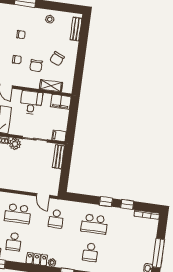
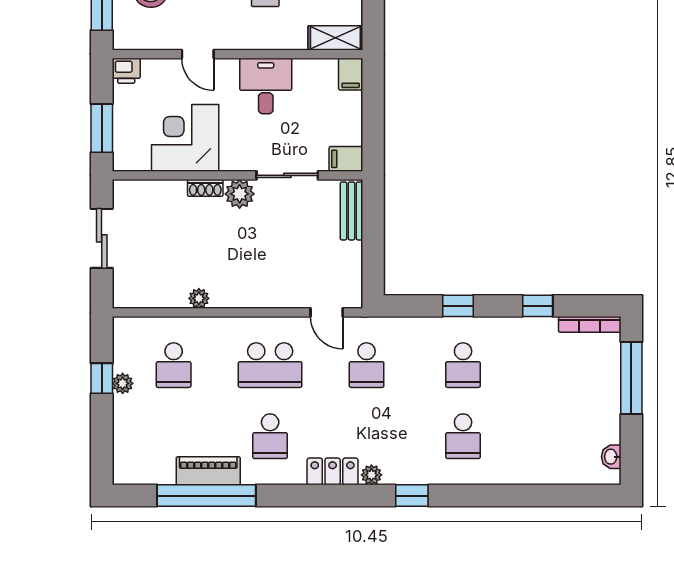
shelving: (51, 86) -> (335, 38), moved
filing cabinet: (61, 102) -> (351, 74), width x0.50
window: (106, 202) -> (458, 306), moved
school desk: (94, 224) -> (463, 365), width x0.54
window: (158, 253) -> (631, 378), moved

